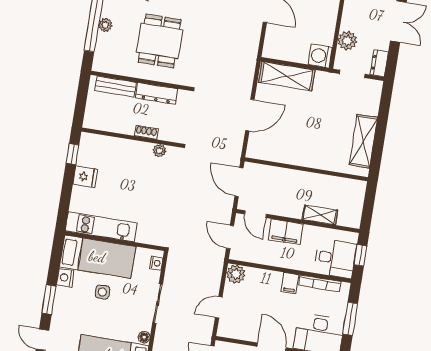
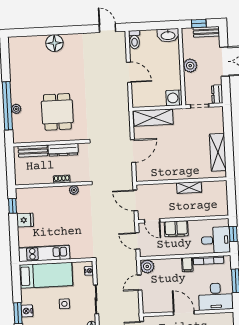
plant: (347, 41) -> (190, 66), moved
shelving: (320, 215) -> (189, 188), moved
nightstand: (65, 278) -> (27, 311), moved
side table: (102, 292) -> (64, 304), moved
door: (219, 307) -> (140, 283), moved

